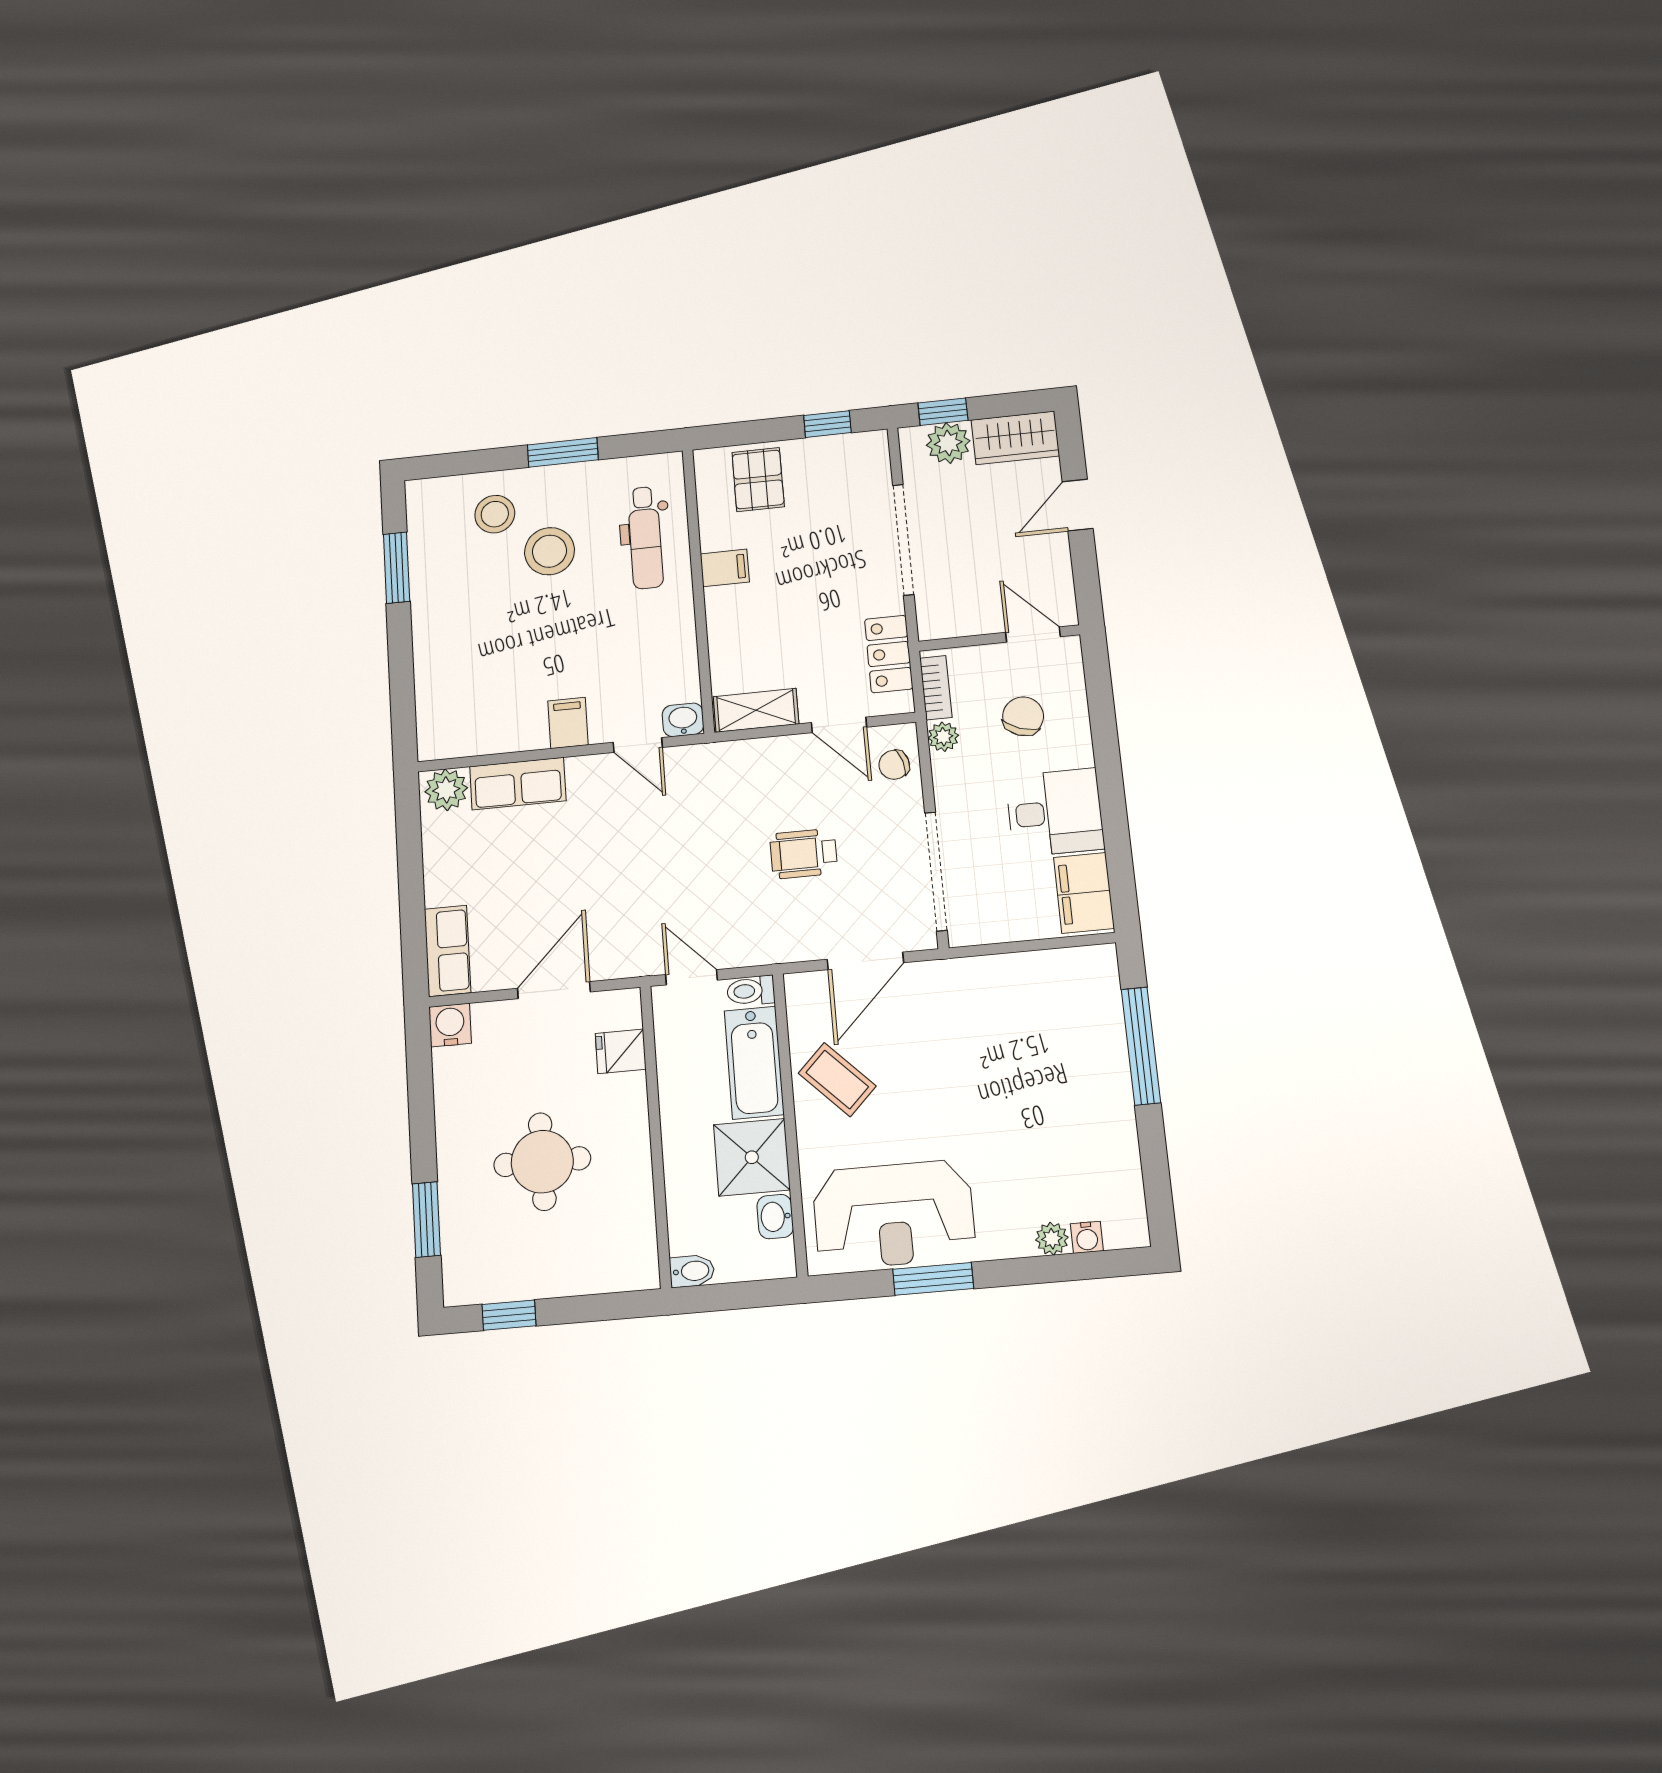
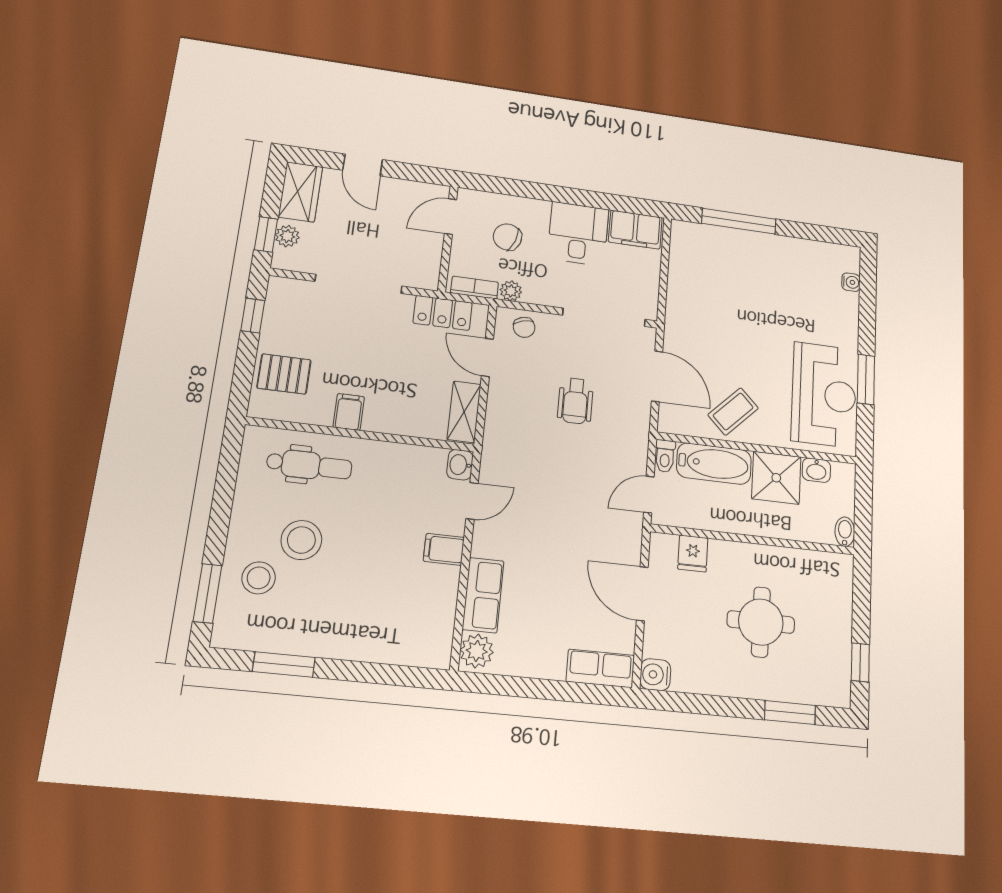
plant: (948, 443) -> (287, 236), width x0.73, depth x0.73
window: (563, 452) -> (207, 593), moved
door: (839, 725) -> (487, 357), swing flipped
plant: (1052, 1239) -> (849, 303), removed

